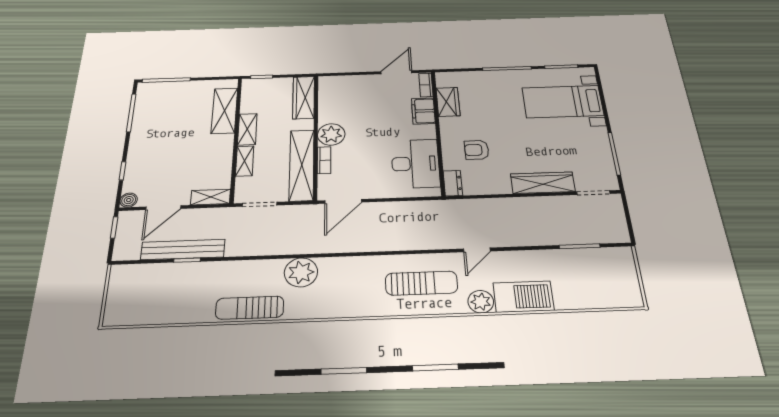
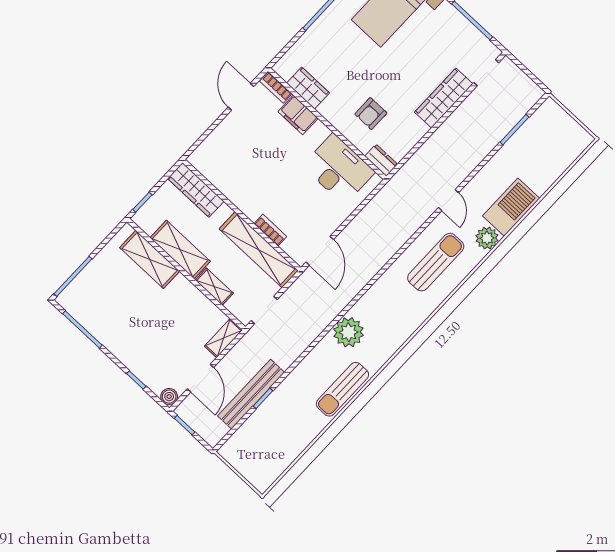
shelving: (247, 129) -> (180, 250), width x1.50, depth x1.33
plant: (331, 134) -> (252, 203), removed

